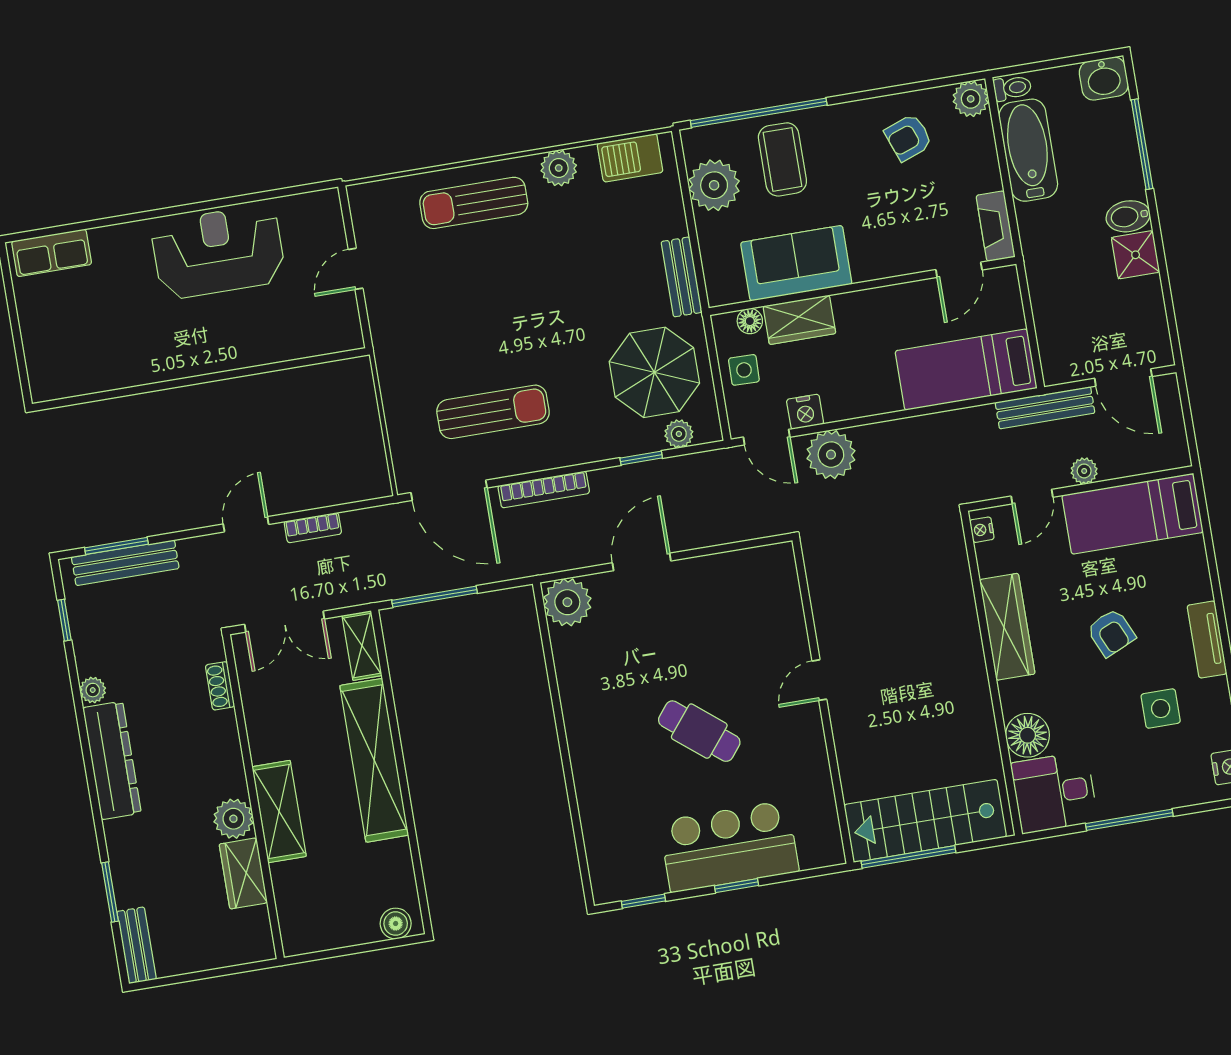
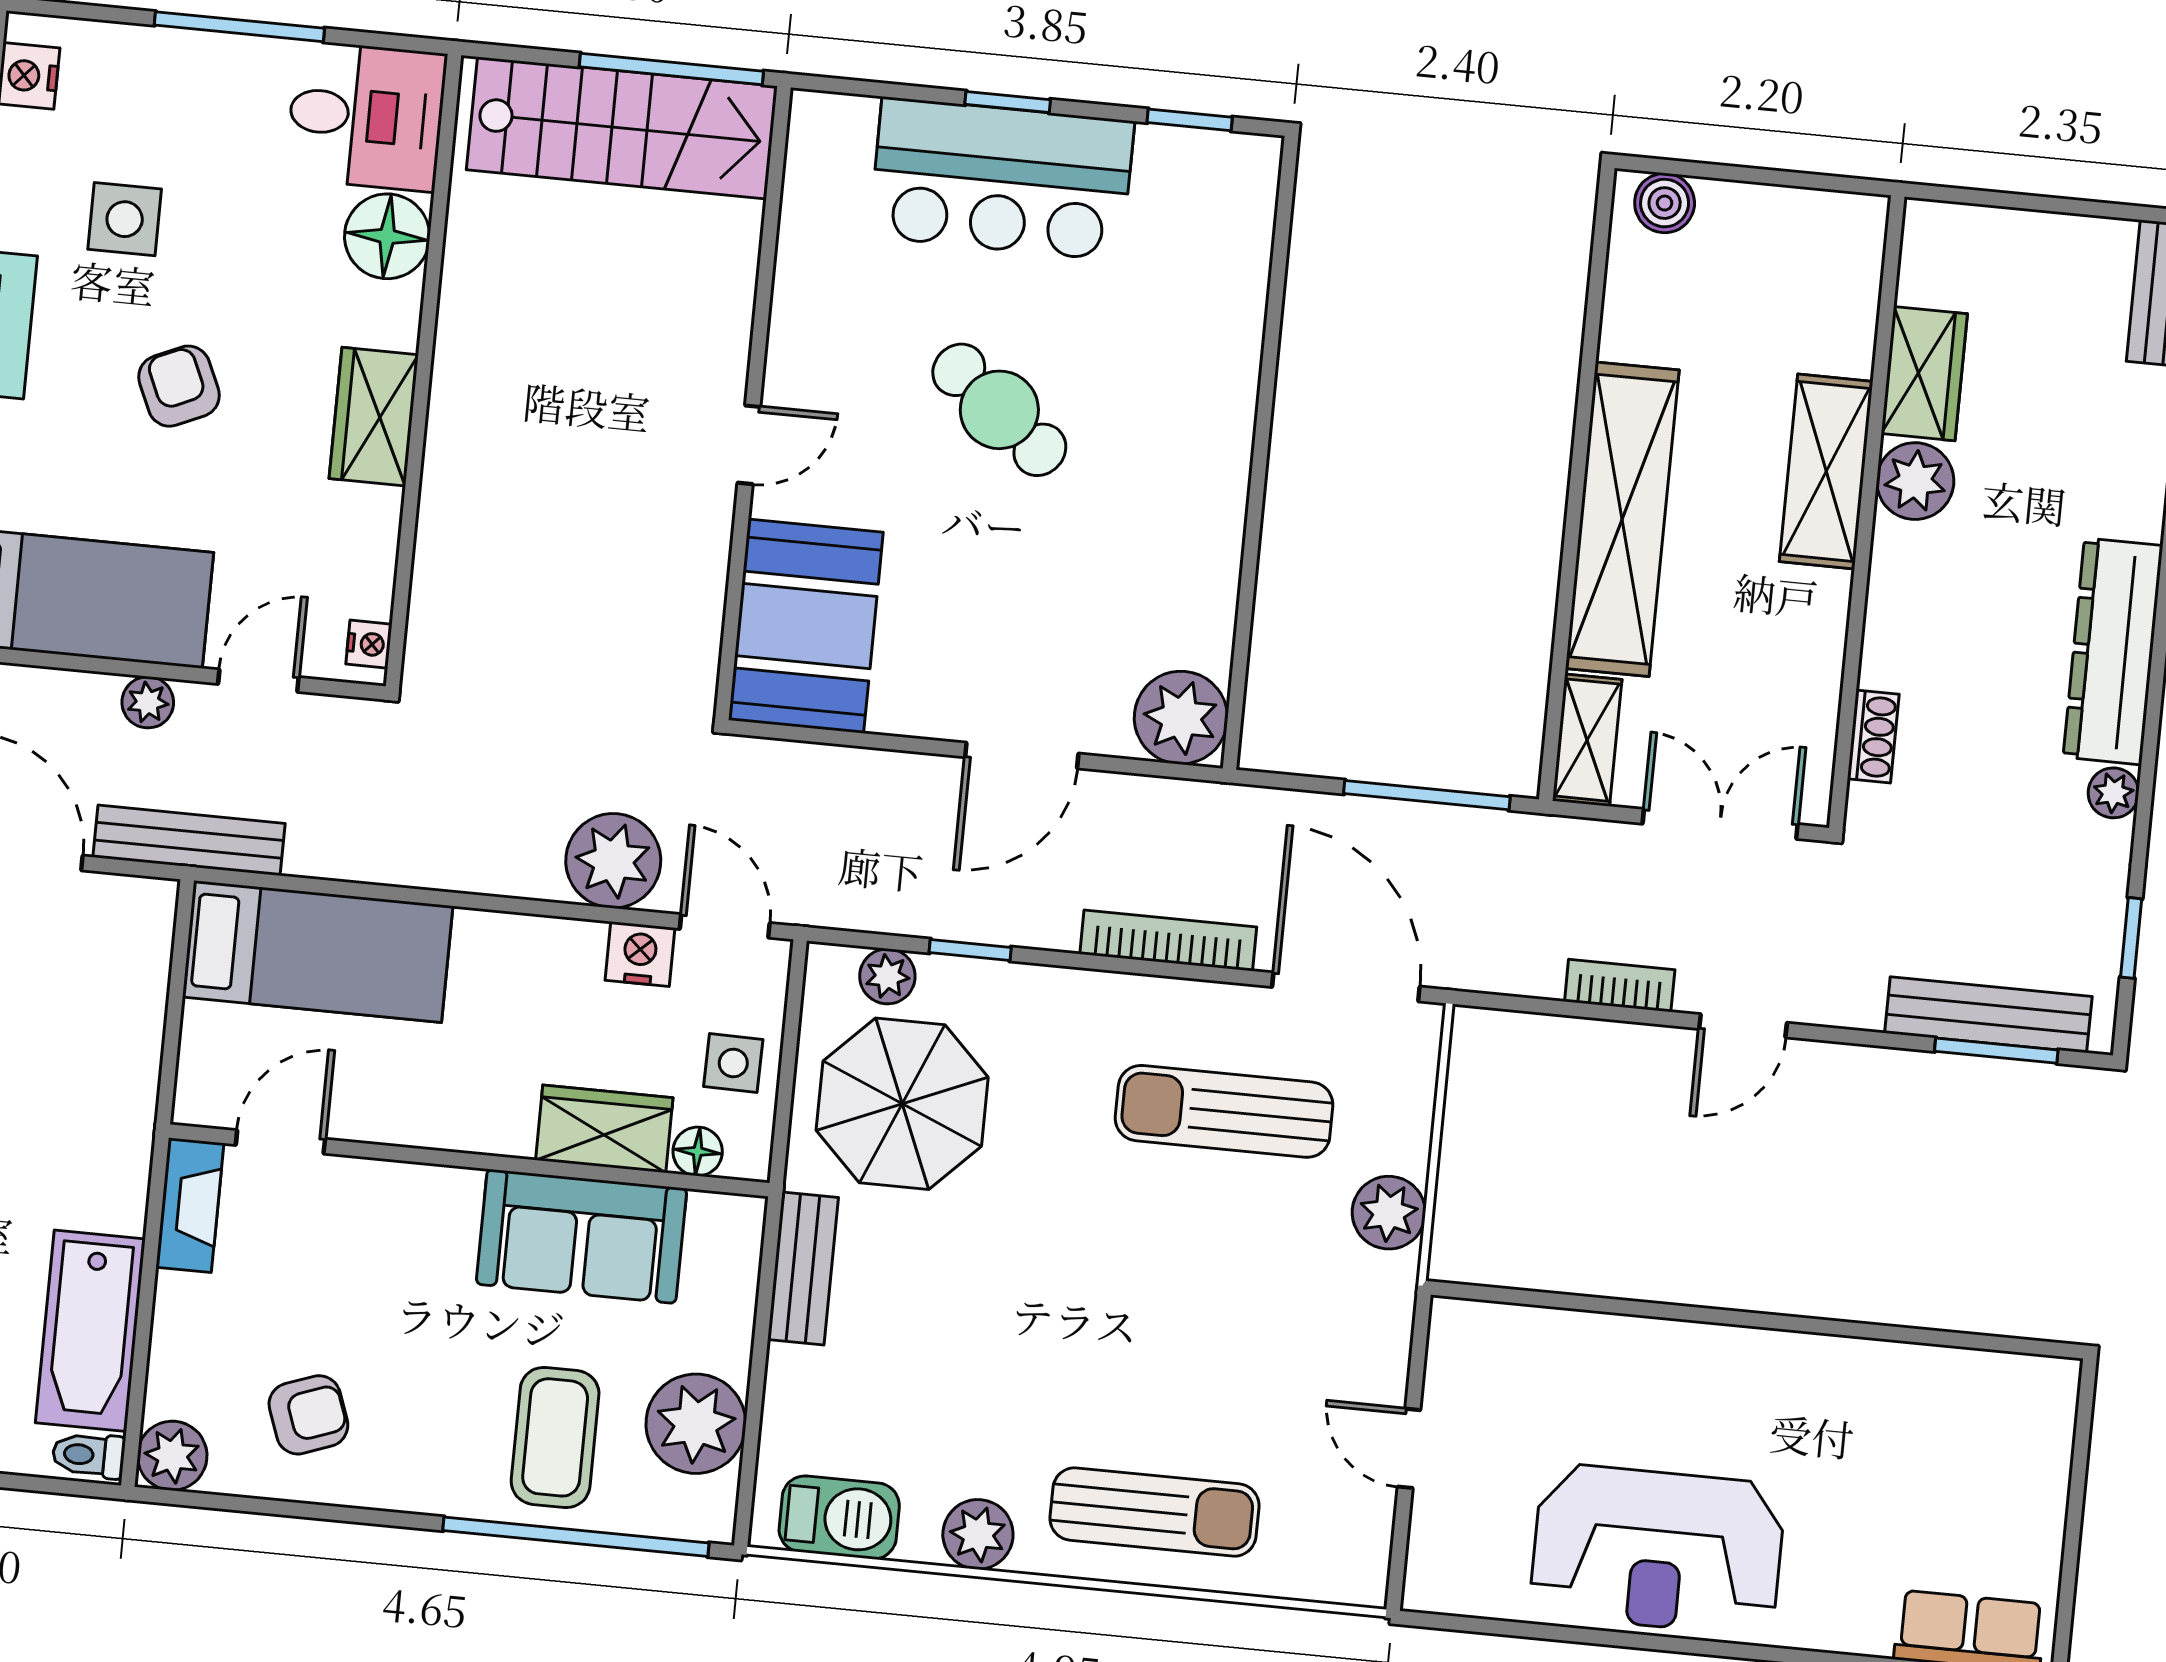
door: (356, 269) -> (1409, 1448), swing flipped
plant: (397, 384) -> (1389, 1213), added
booth: (767, 597) -> (806, 626), added
wardrobe: (1007, 627) -> (374, 417), width x0.67

